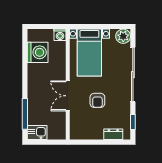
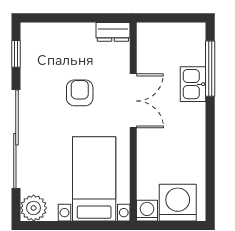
washing machine: (38, 52) -> (178, 203), moved, turned 90
kitchen sink: (37, 132) -> (193, 84), moved, turned 90
dresser: (113, 134) -> (113, 32), moved

